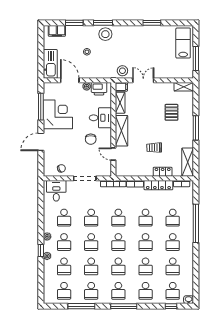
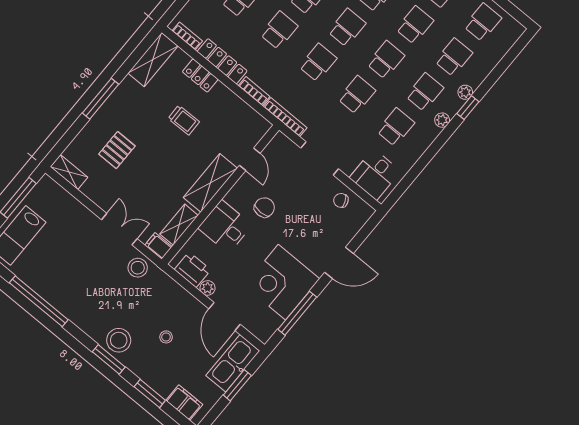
window: (152, 23) -> (39, 301), width x2.11
window: (41, 56) -> (237, 385), added
double door: (143, 80) -> (119, 229), swing flipped

